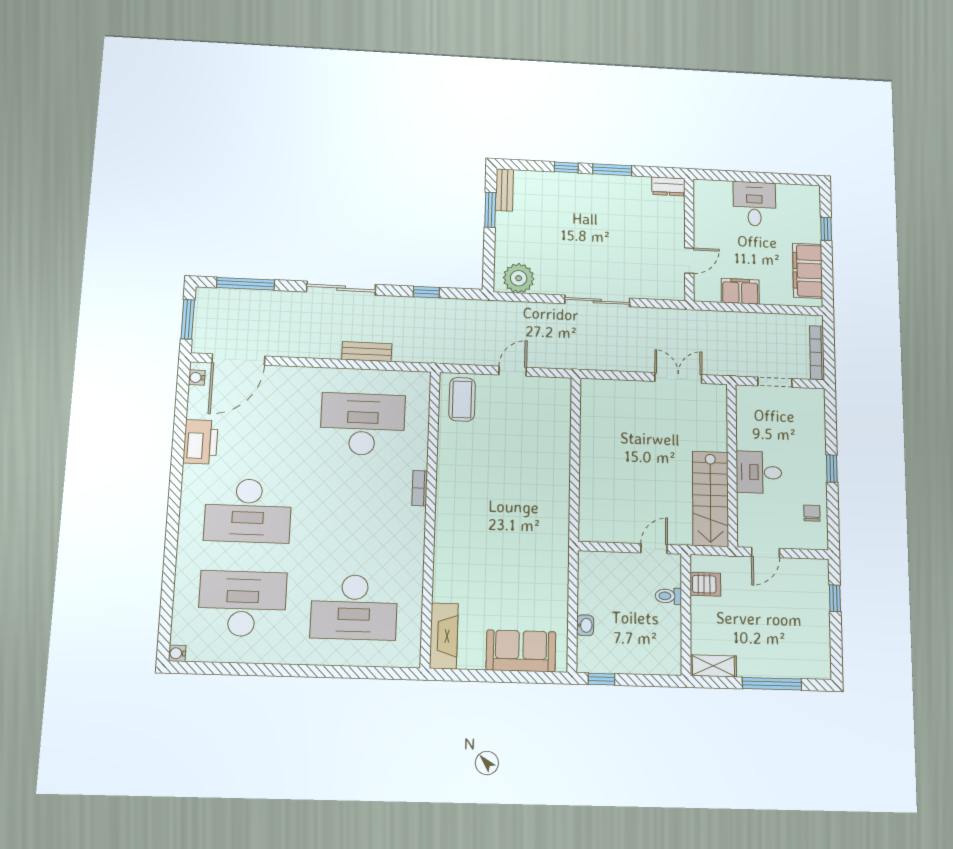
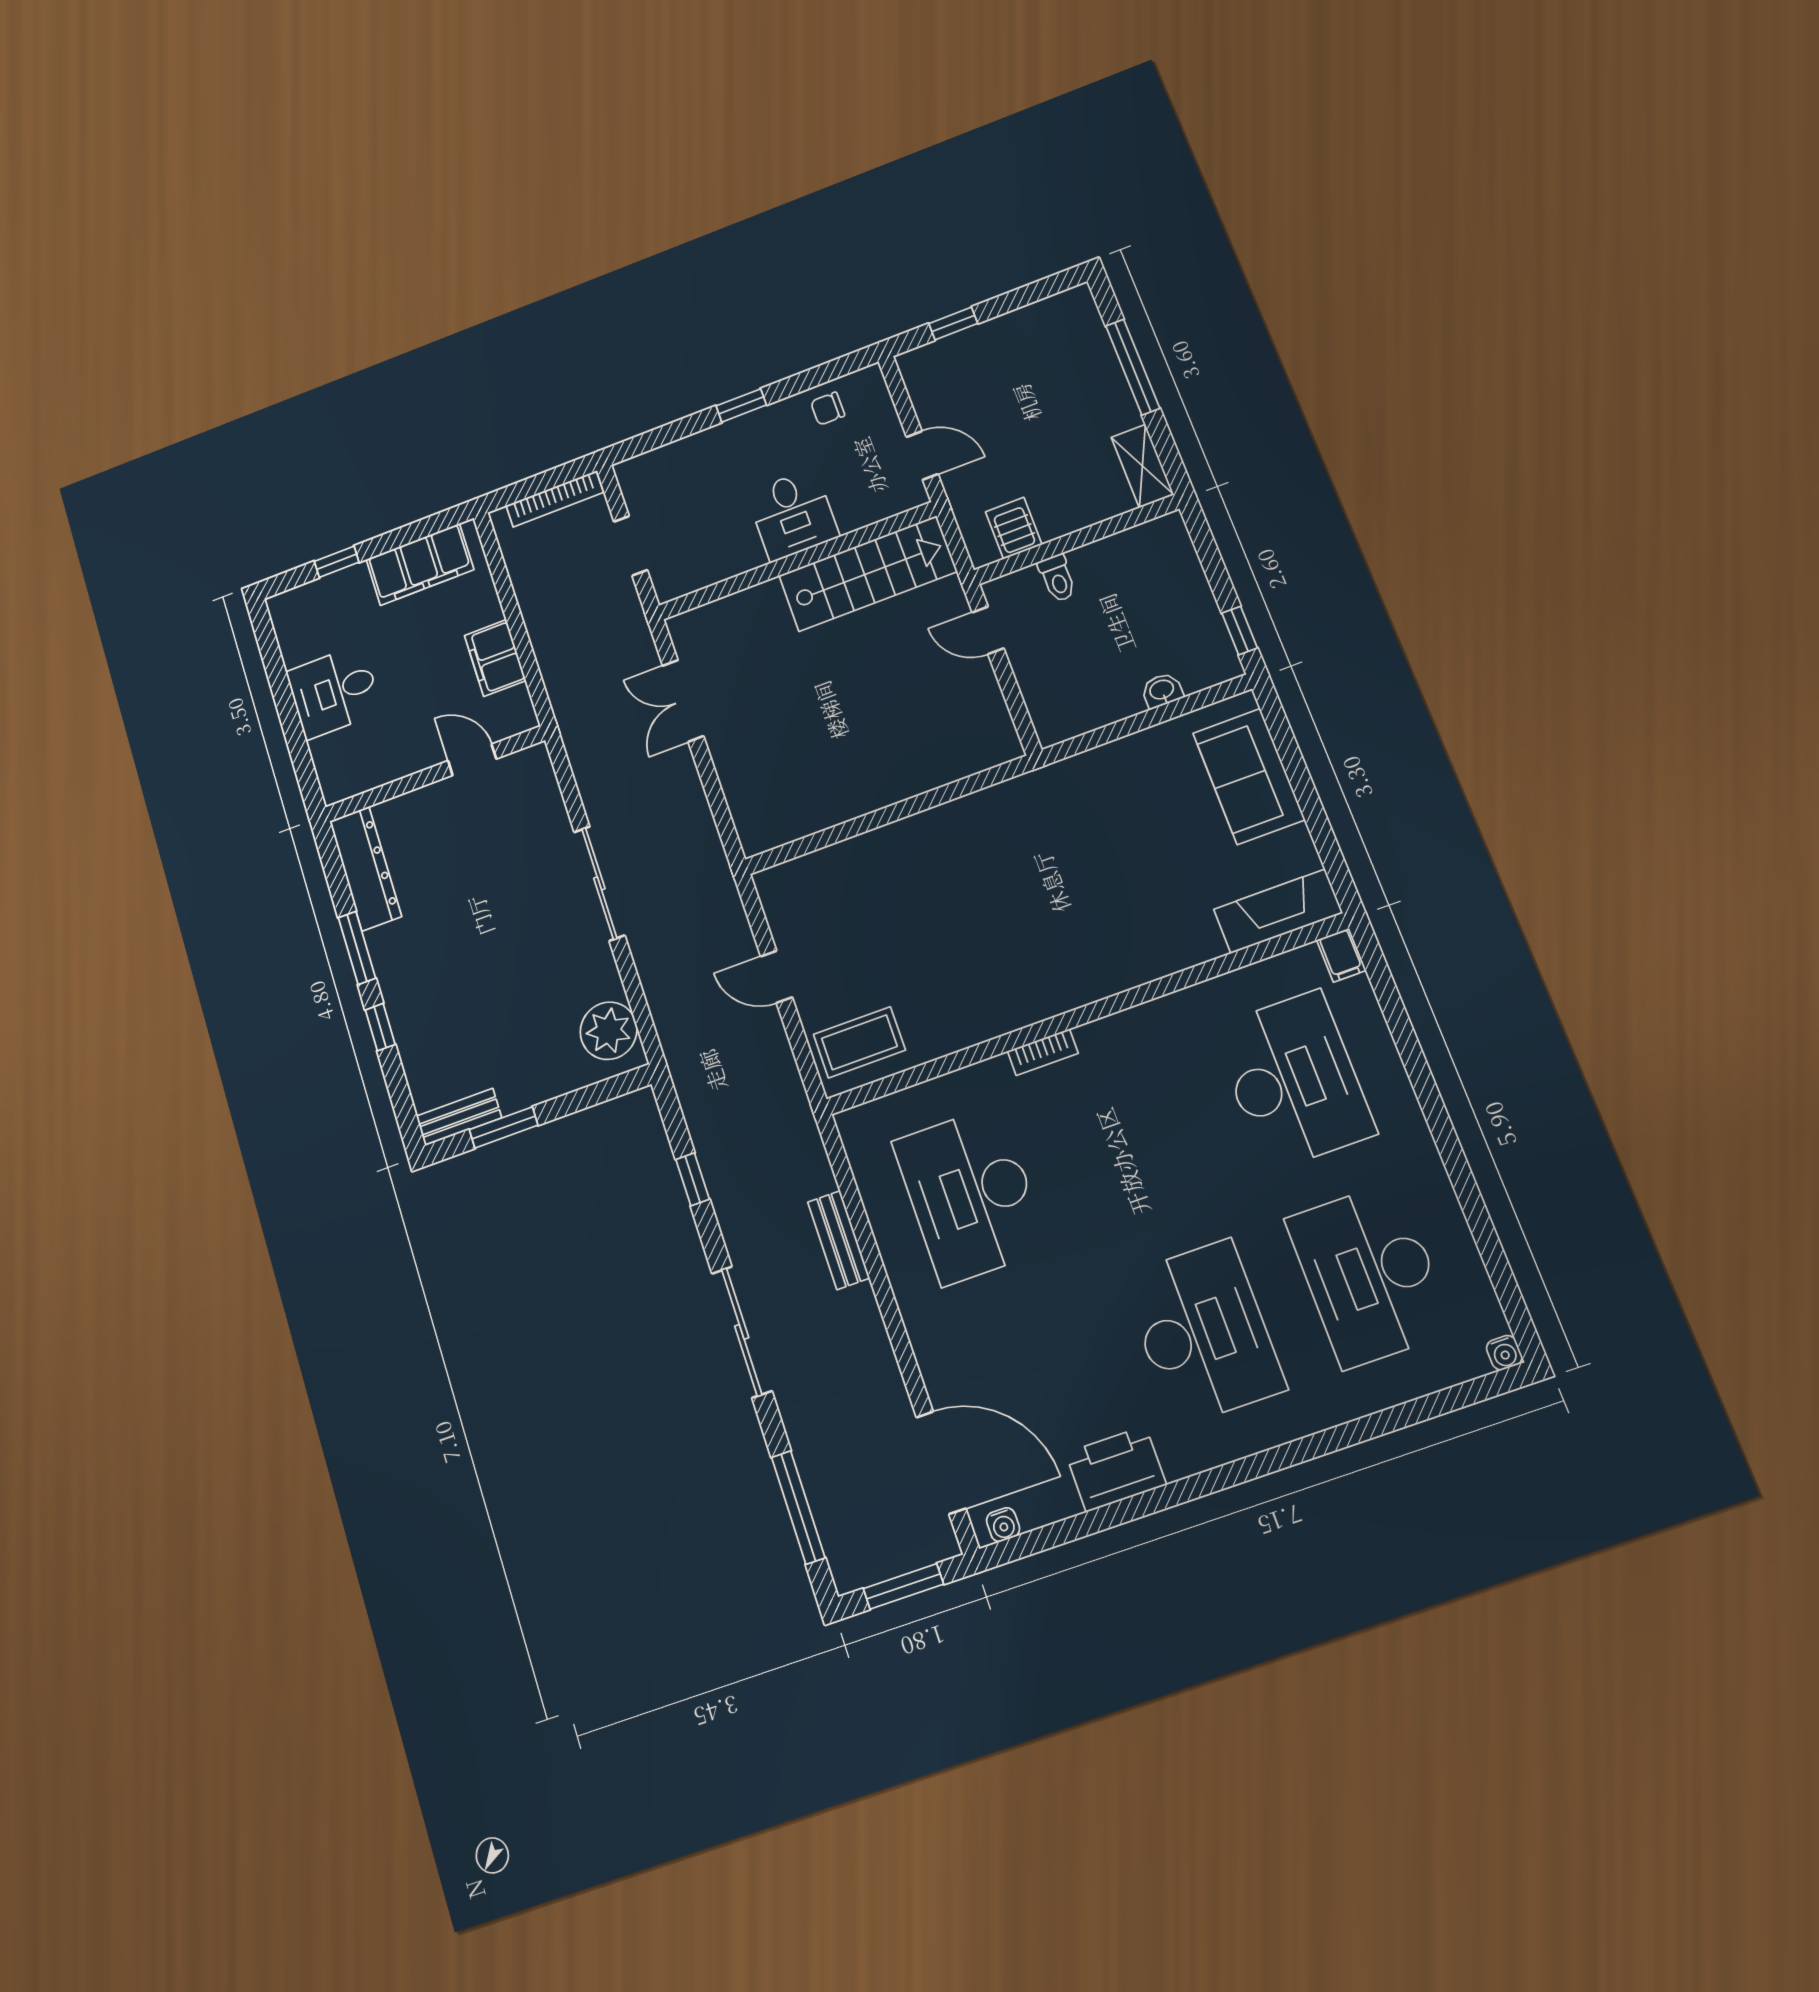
dresser: (668, 186) -> (365, 869), width x1.96, depth x1.24
filing cabinet: (408, 658) -> (1341, 955), added

